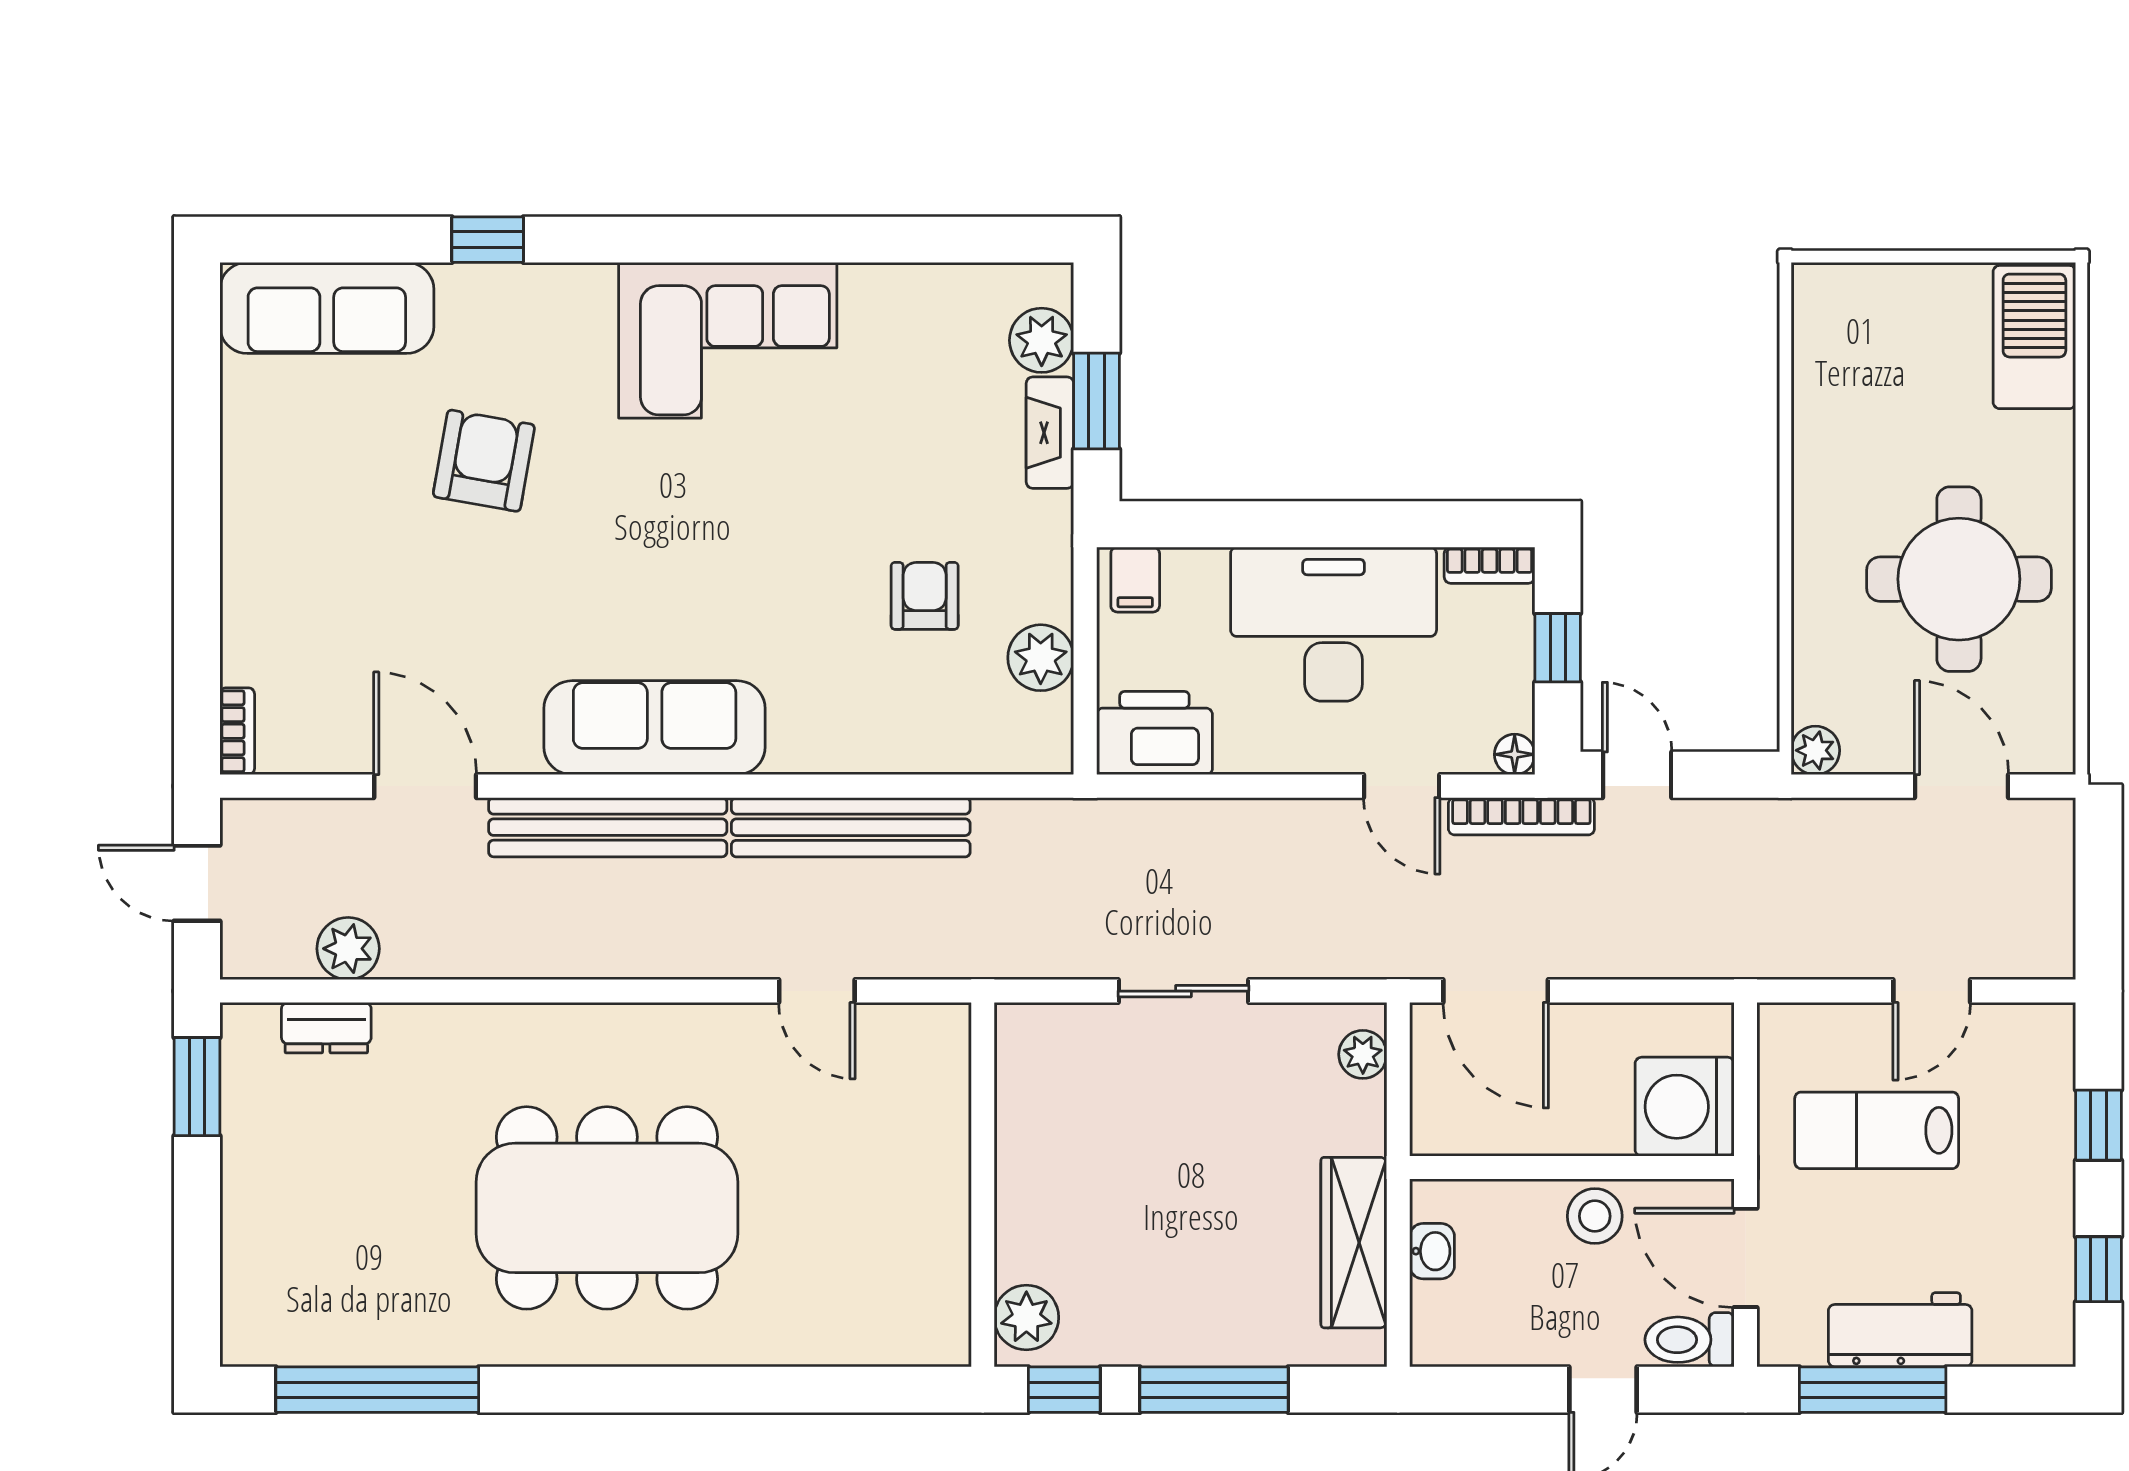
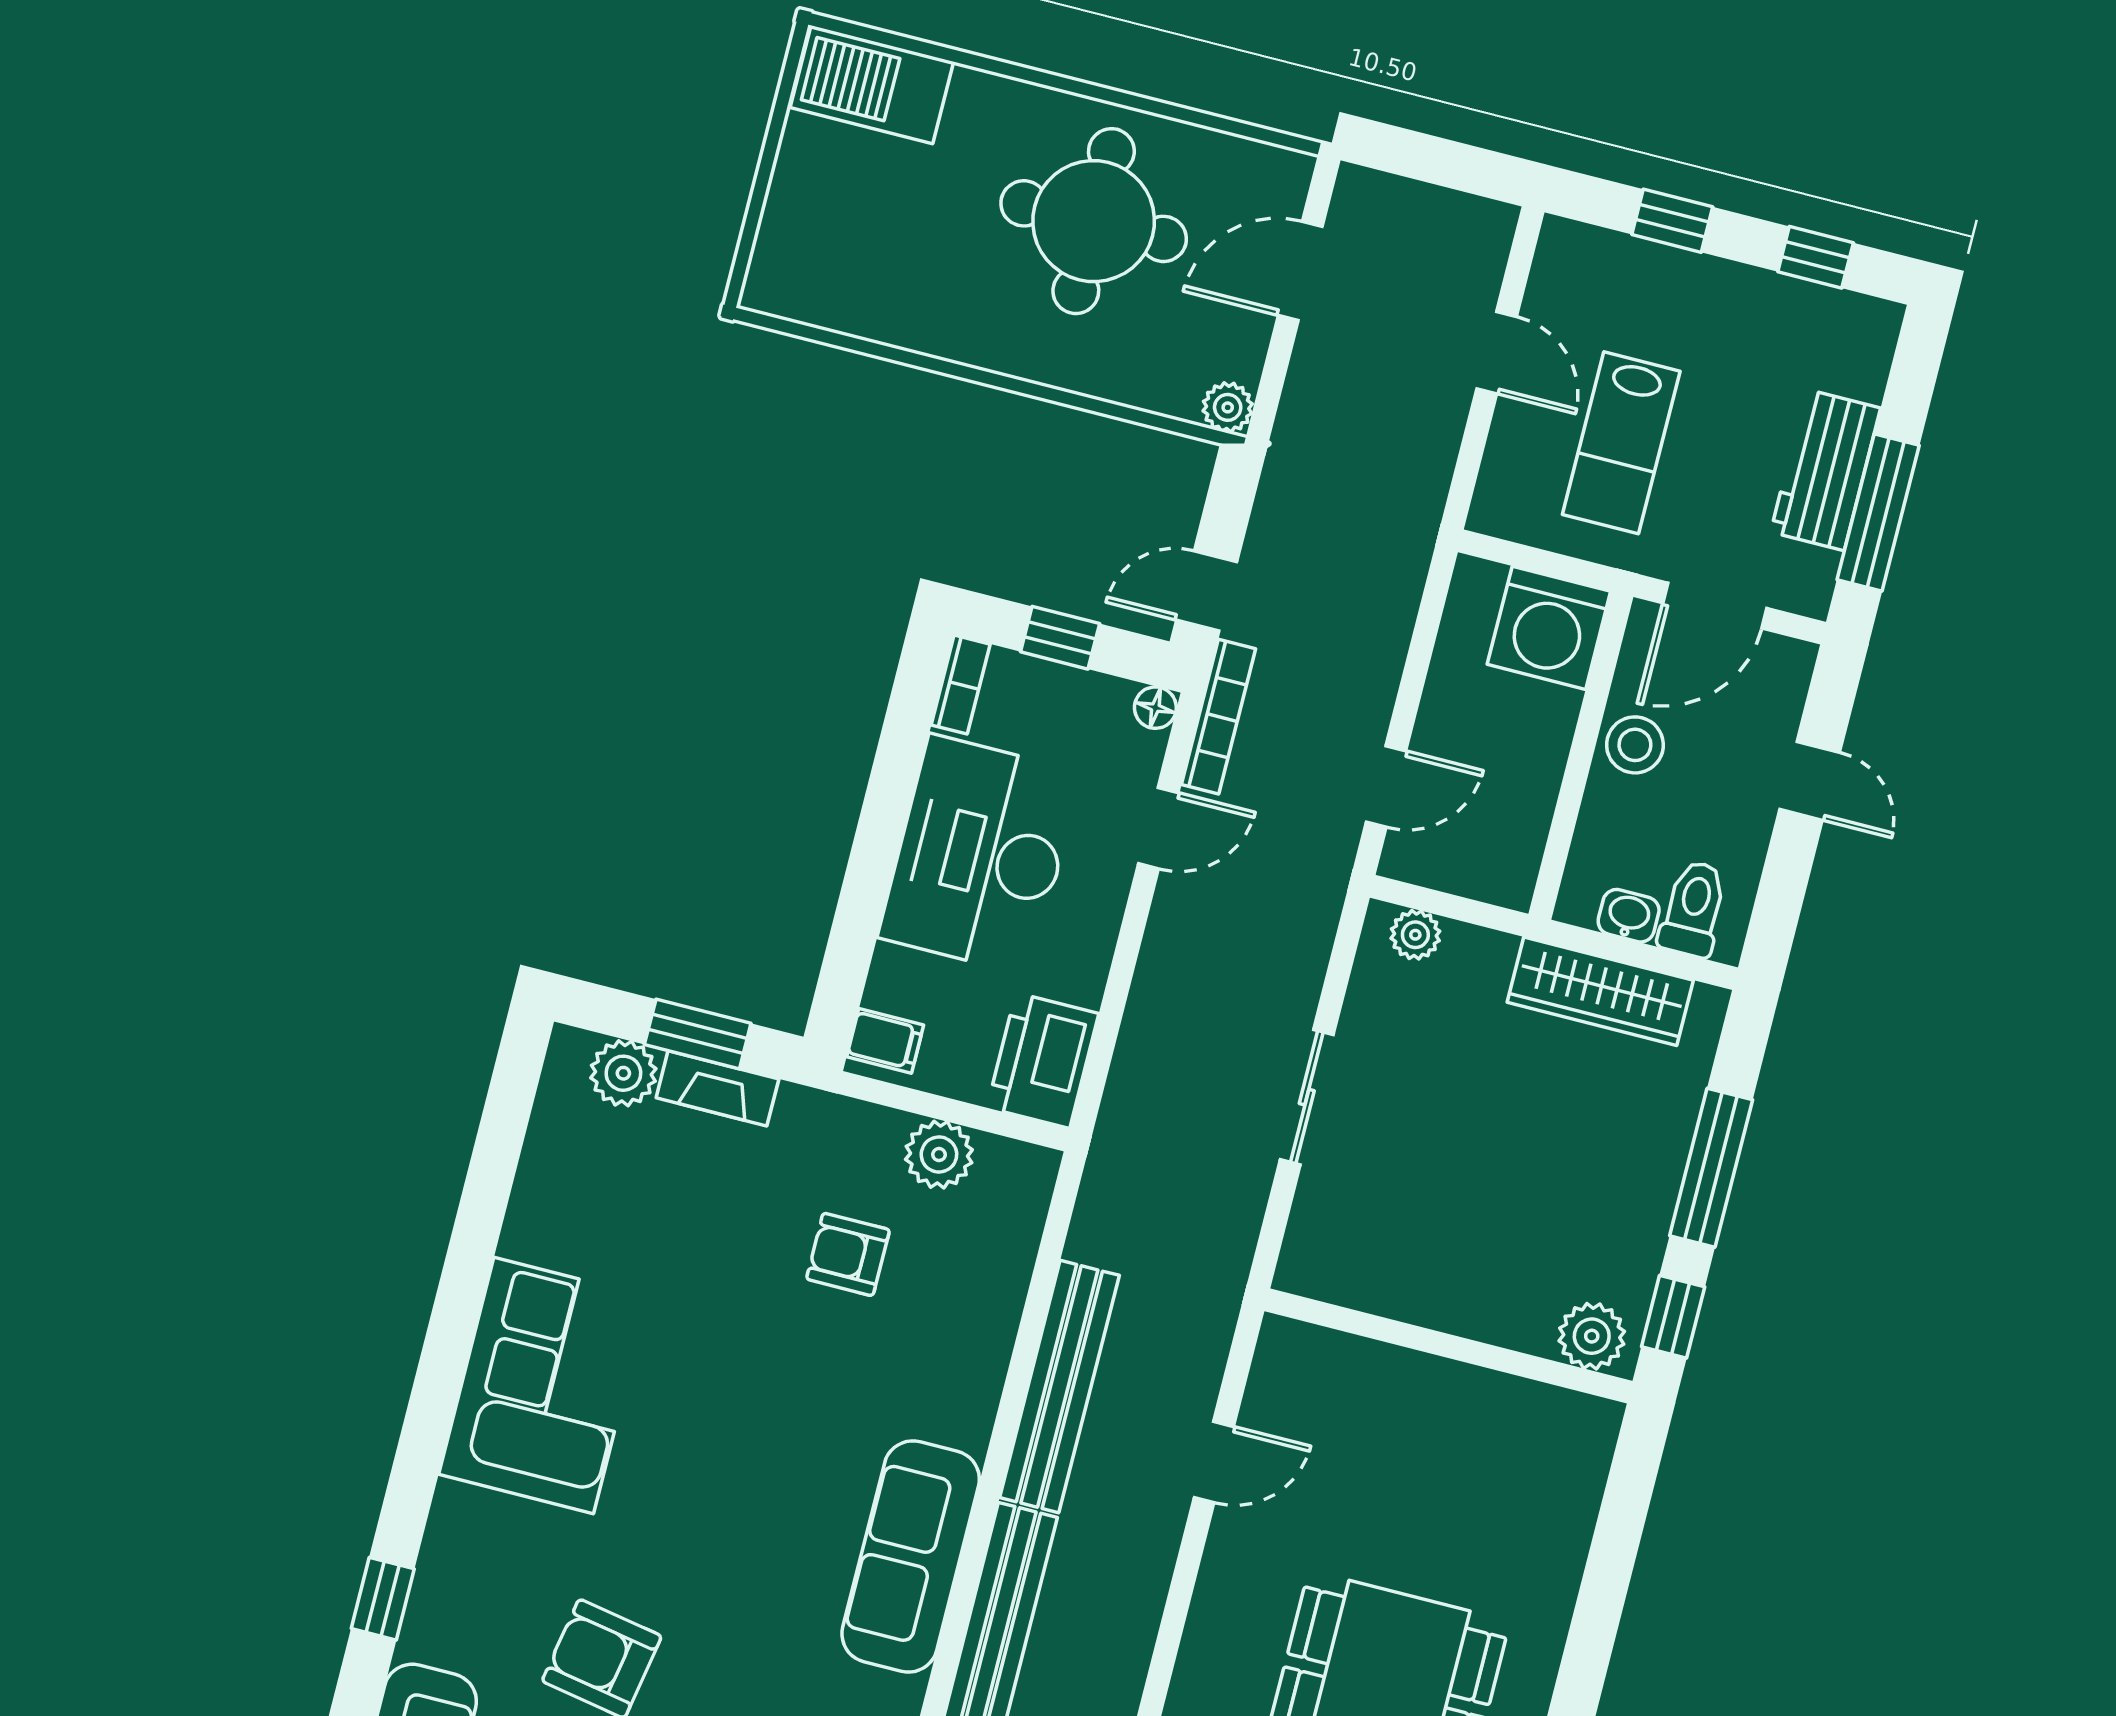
door: (1496, 991) -> (1386, 786), width x0.73
toilet: (1690, 1340) -> (1693, 909), moved, turned 180

